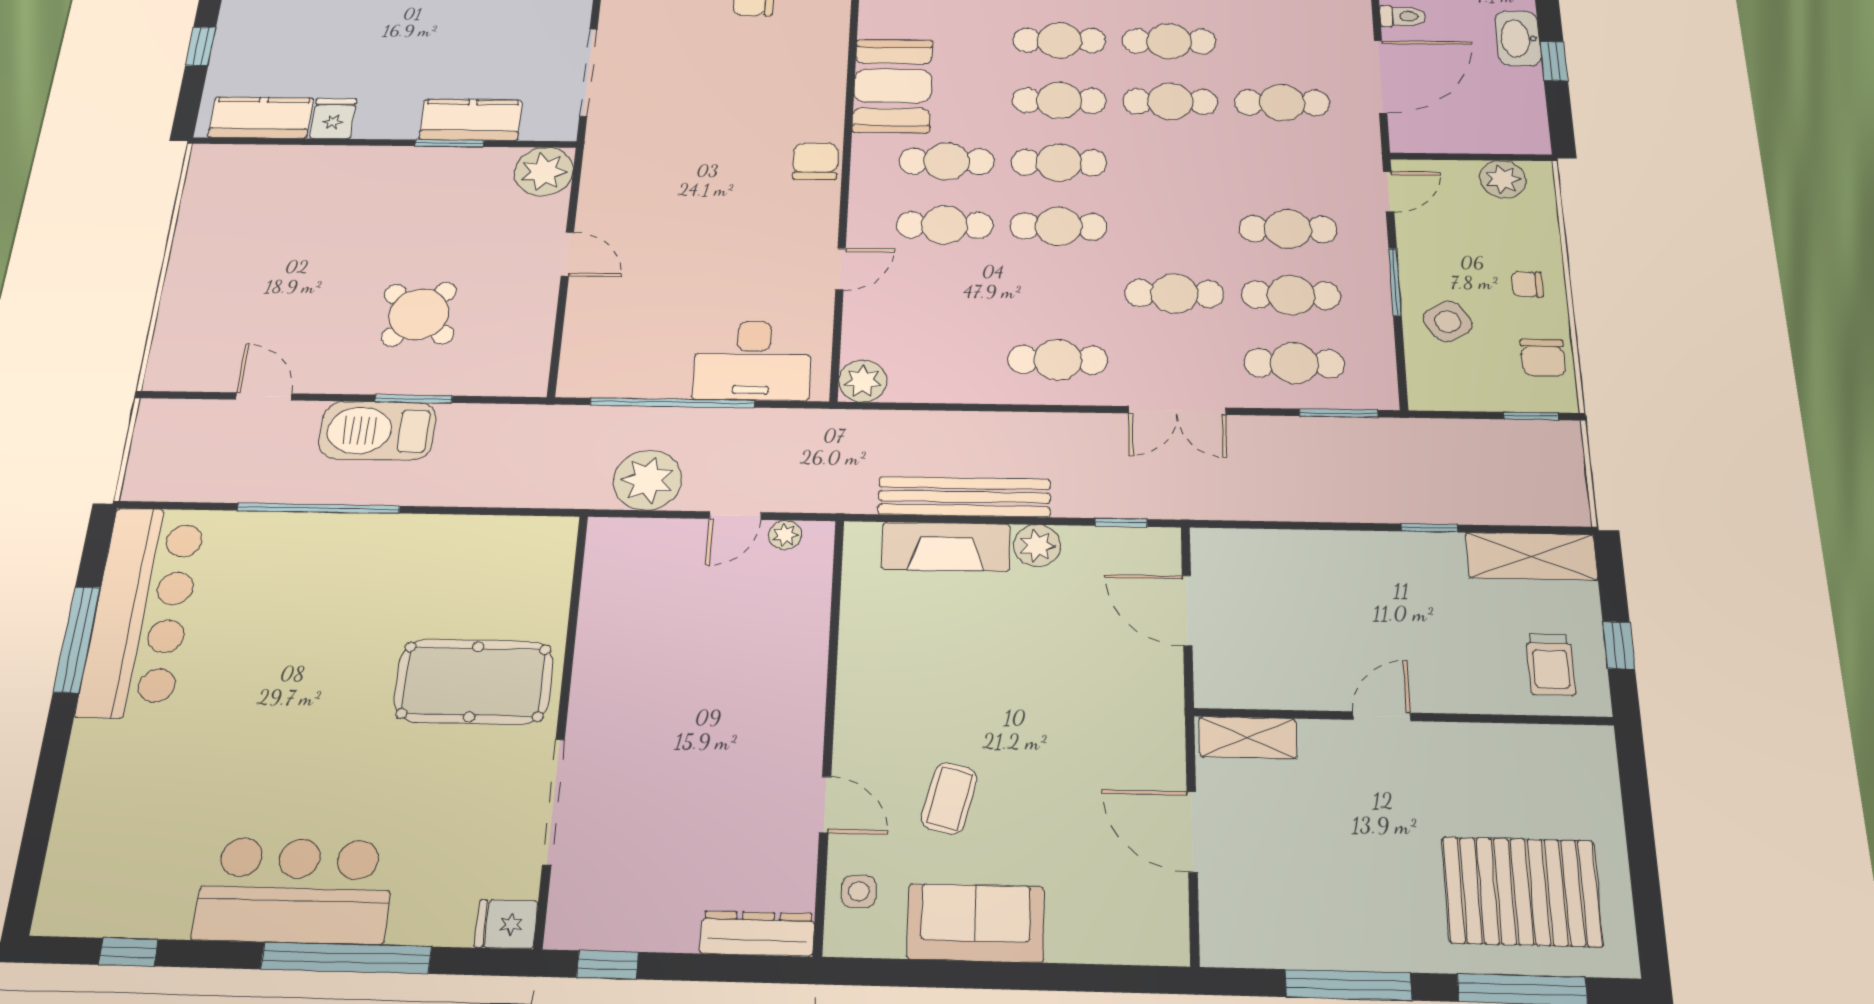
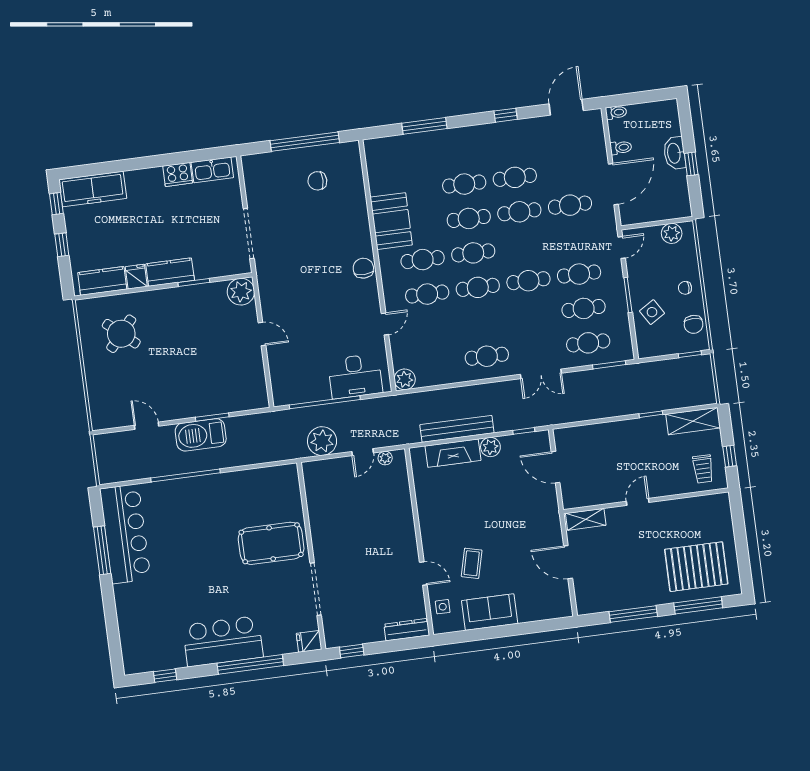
kitchen counter: (471, 120) -> (170, 272), moved
cafe table: (1174, 294) -> (528, 281), moved
round table: (419, 314) -> (121, 334), moved

